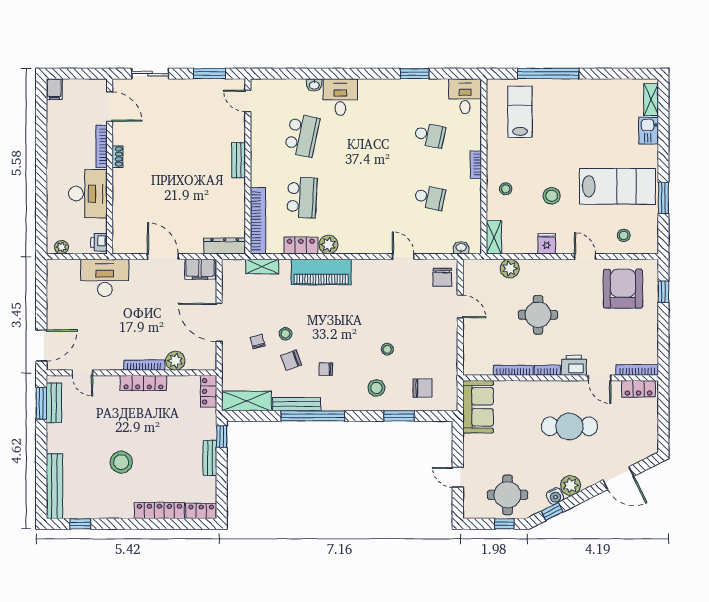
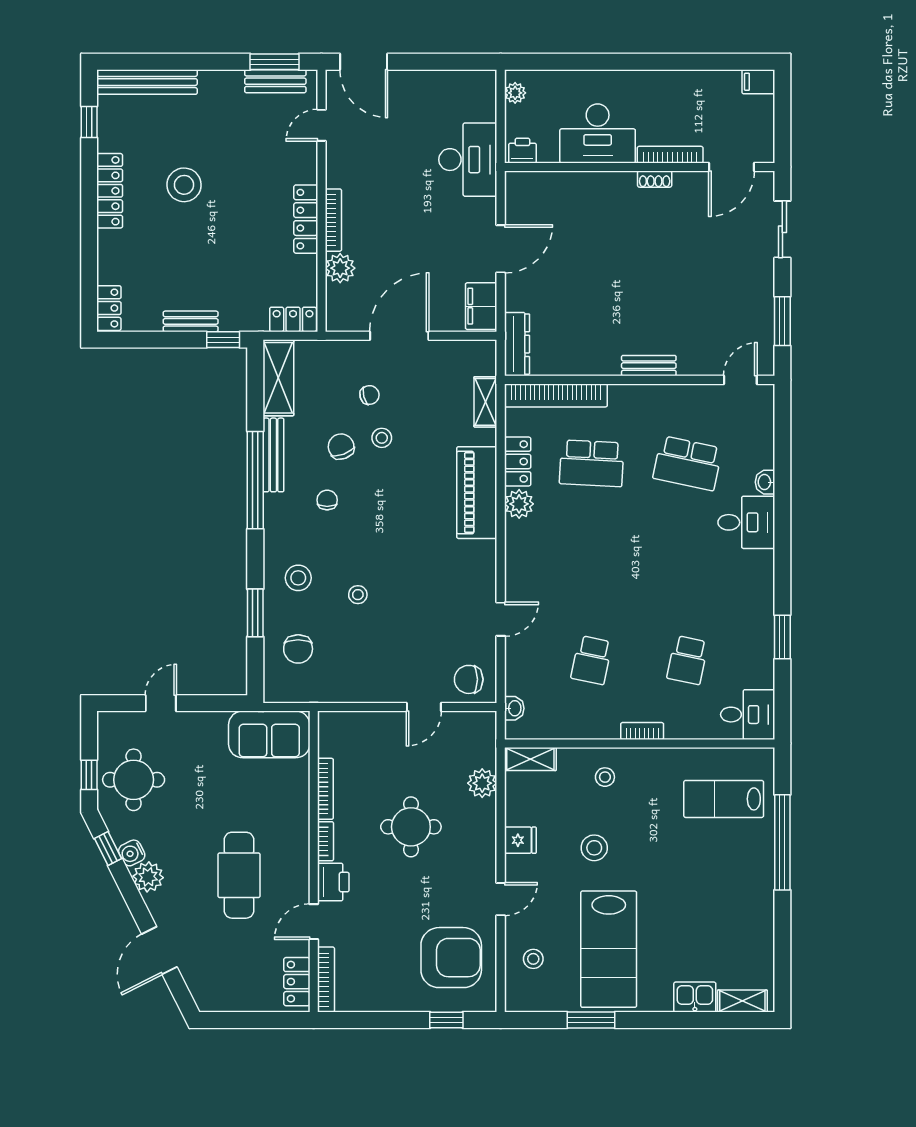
lab bench: (520, 112) -> (724, 799), turned 180
locker: (159, 510) -> (110, 191), moved

